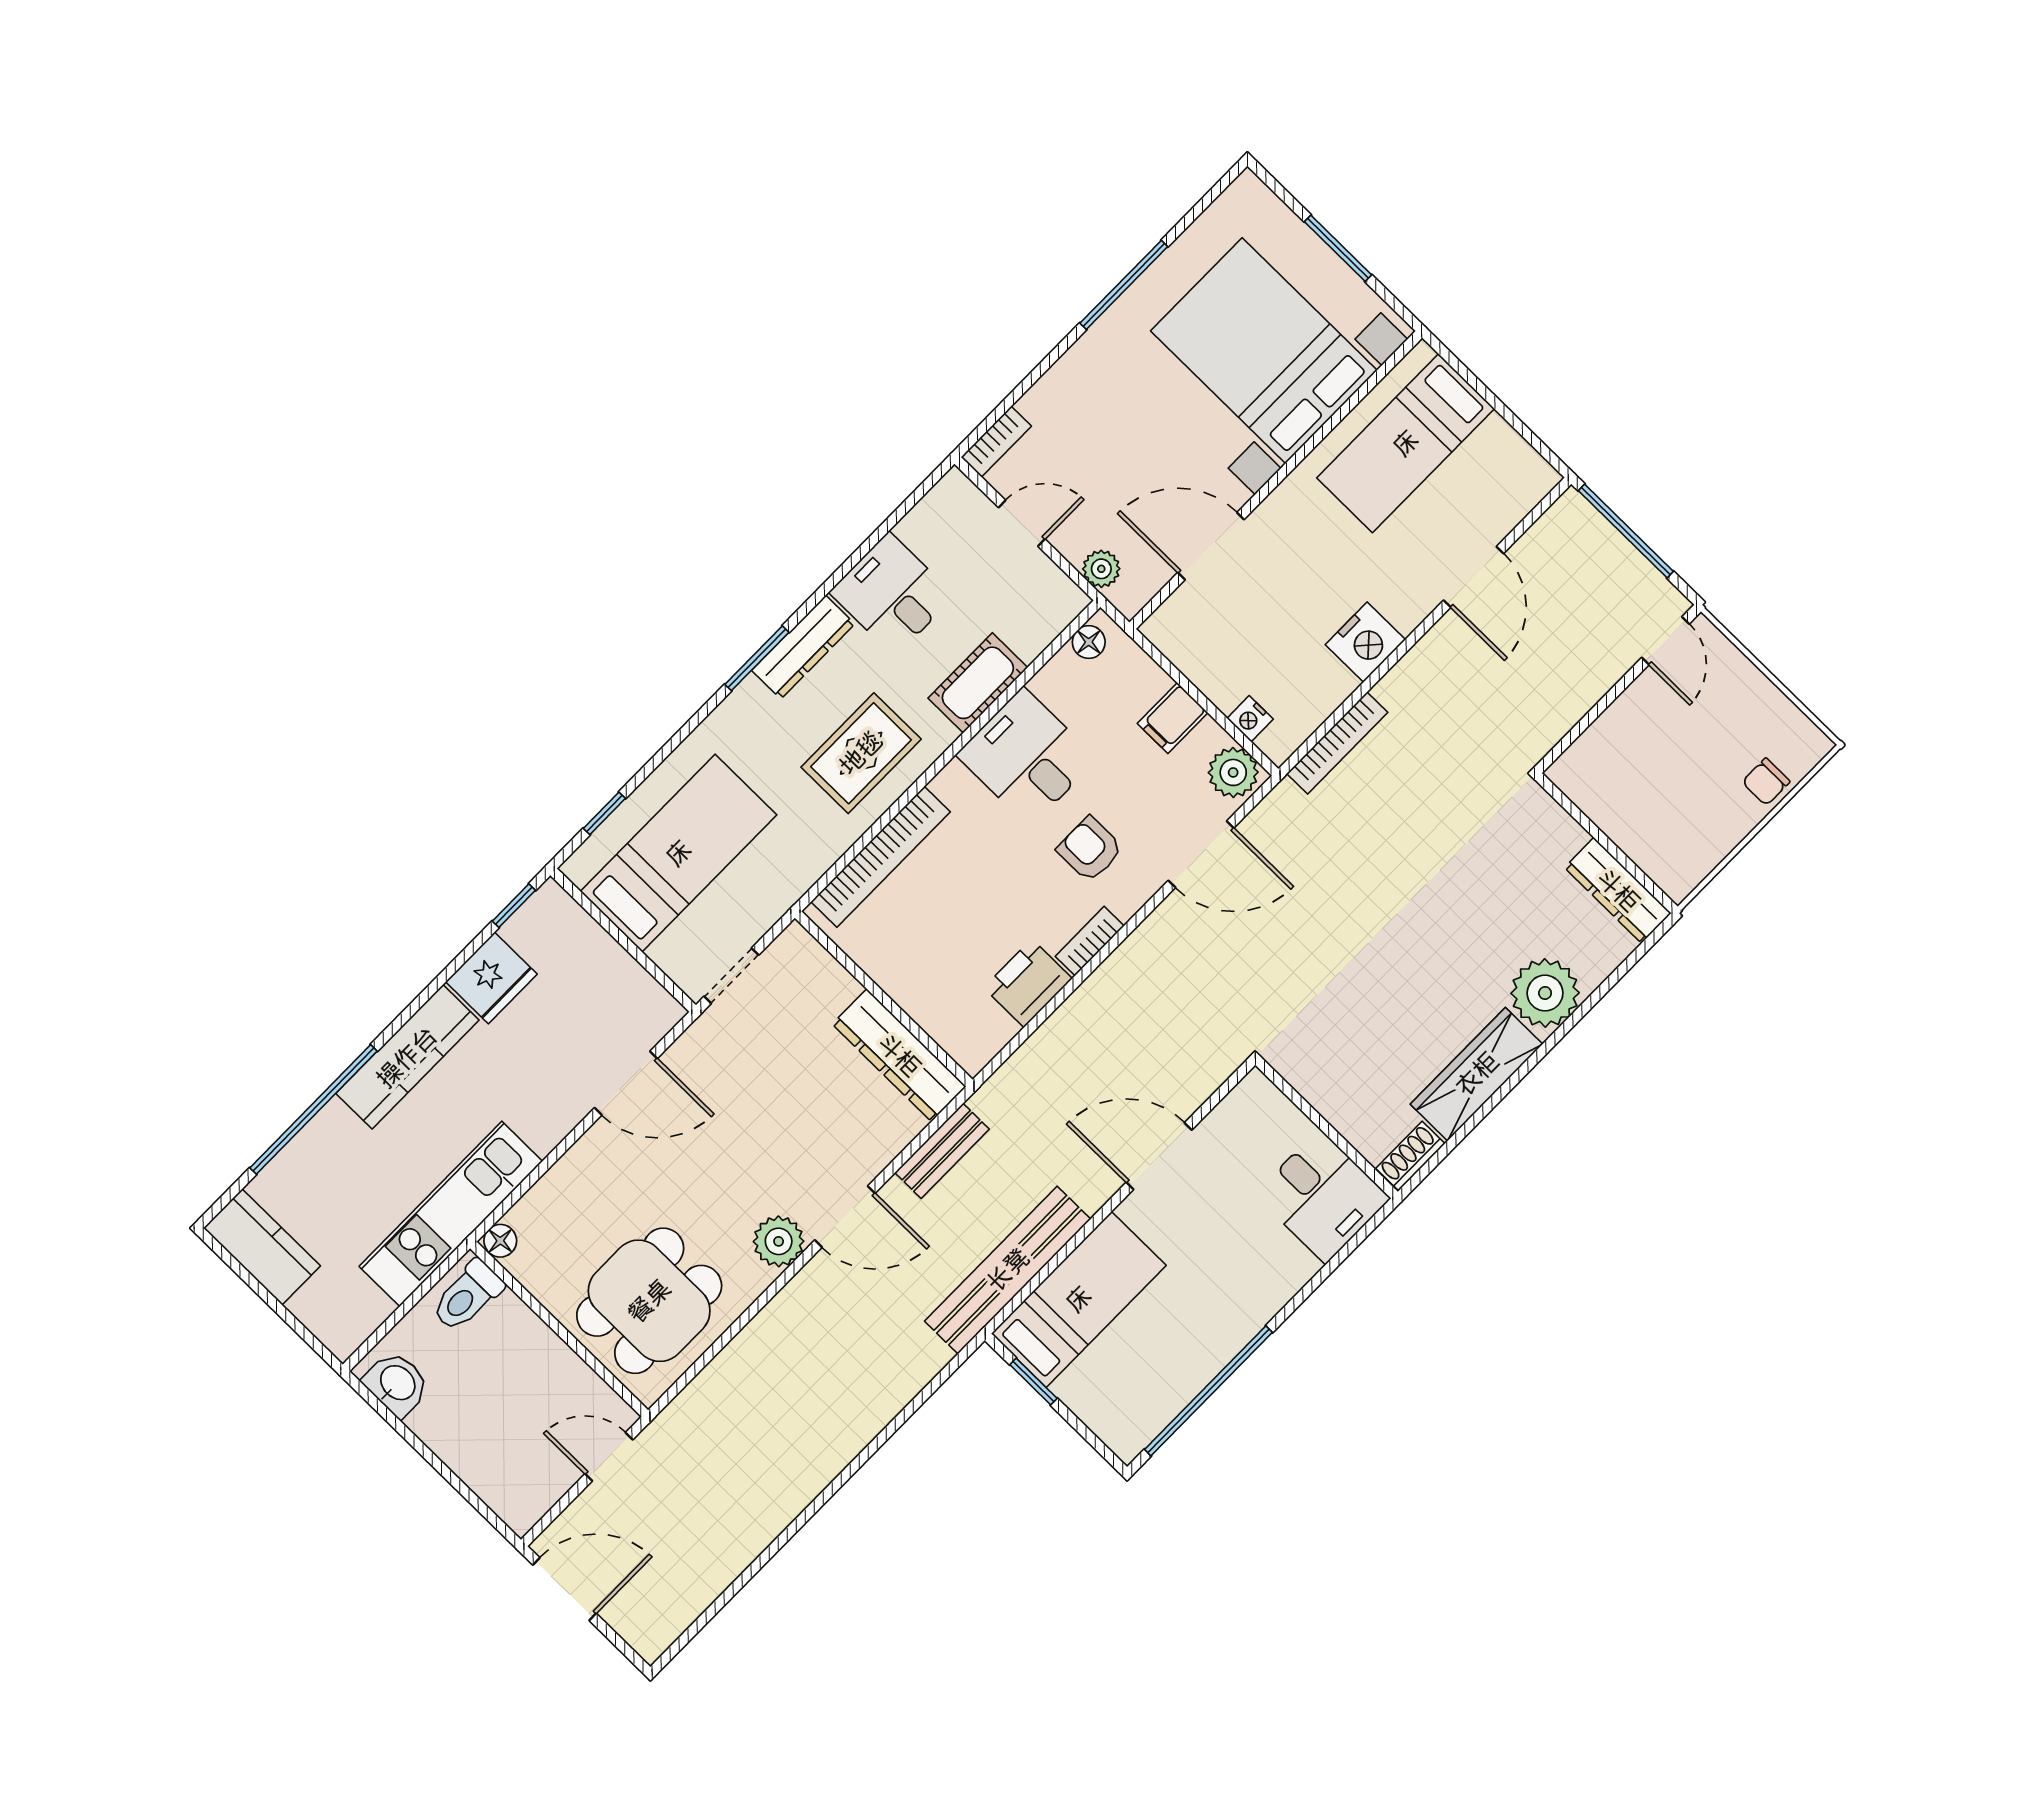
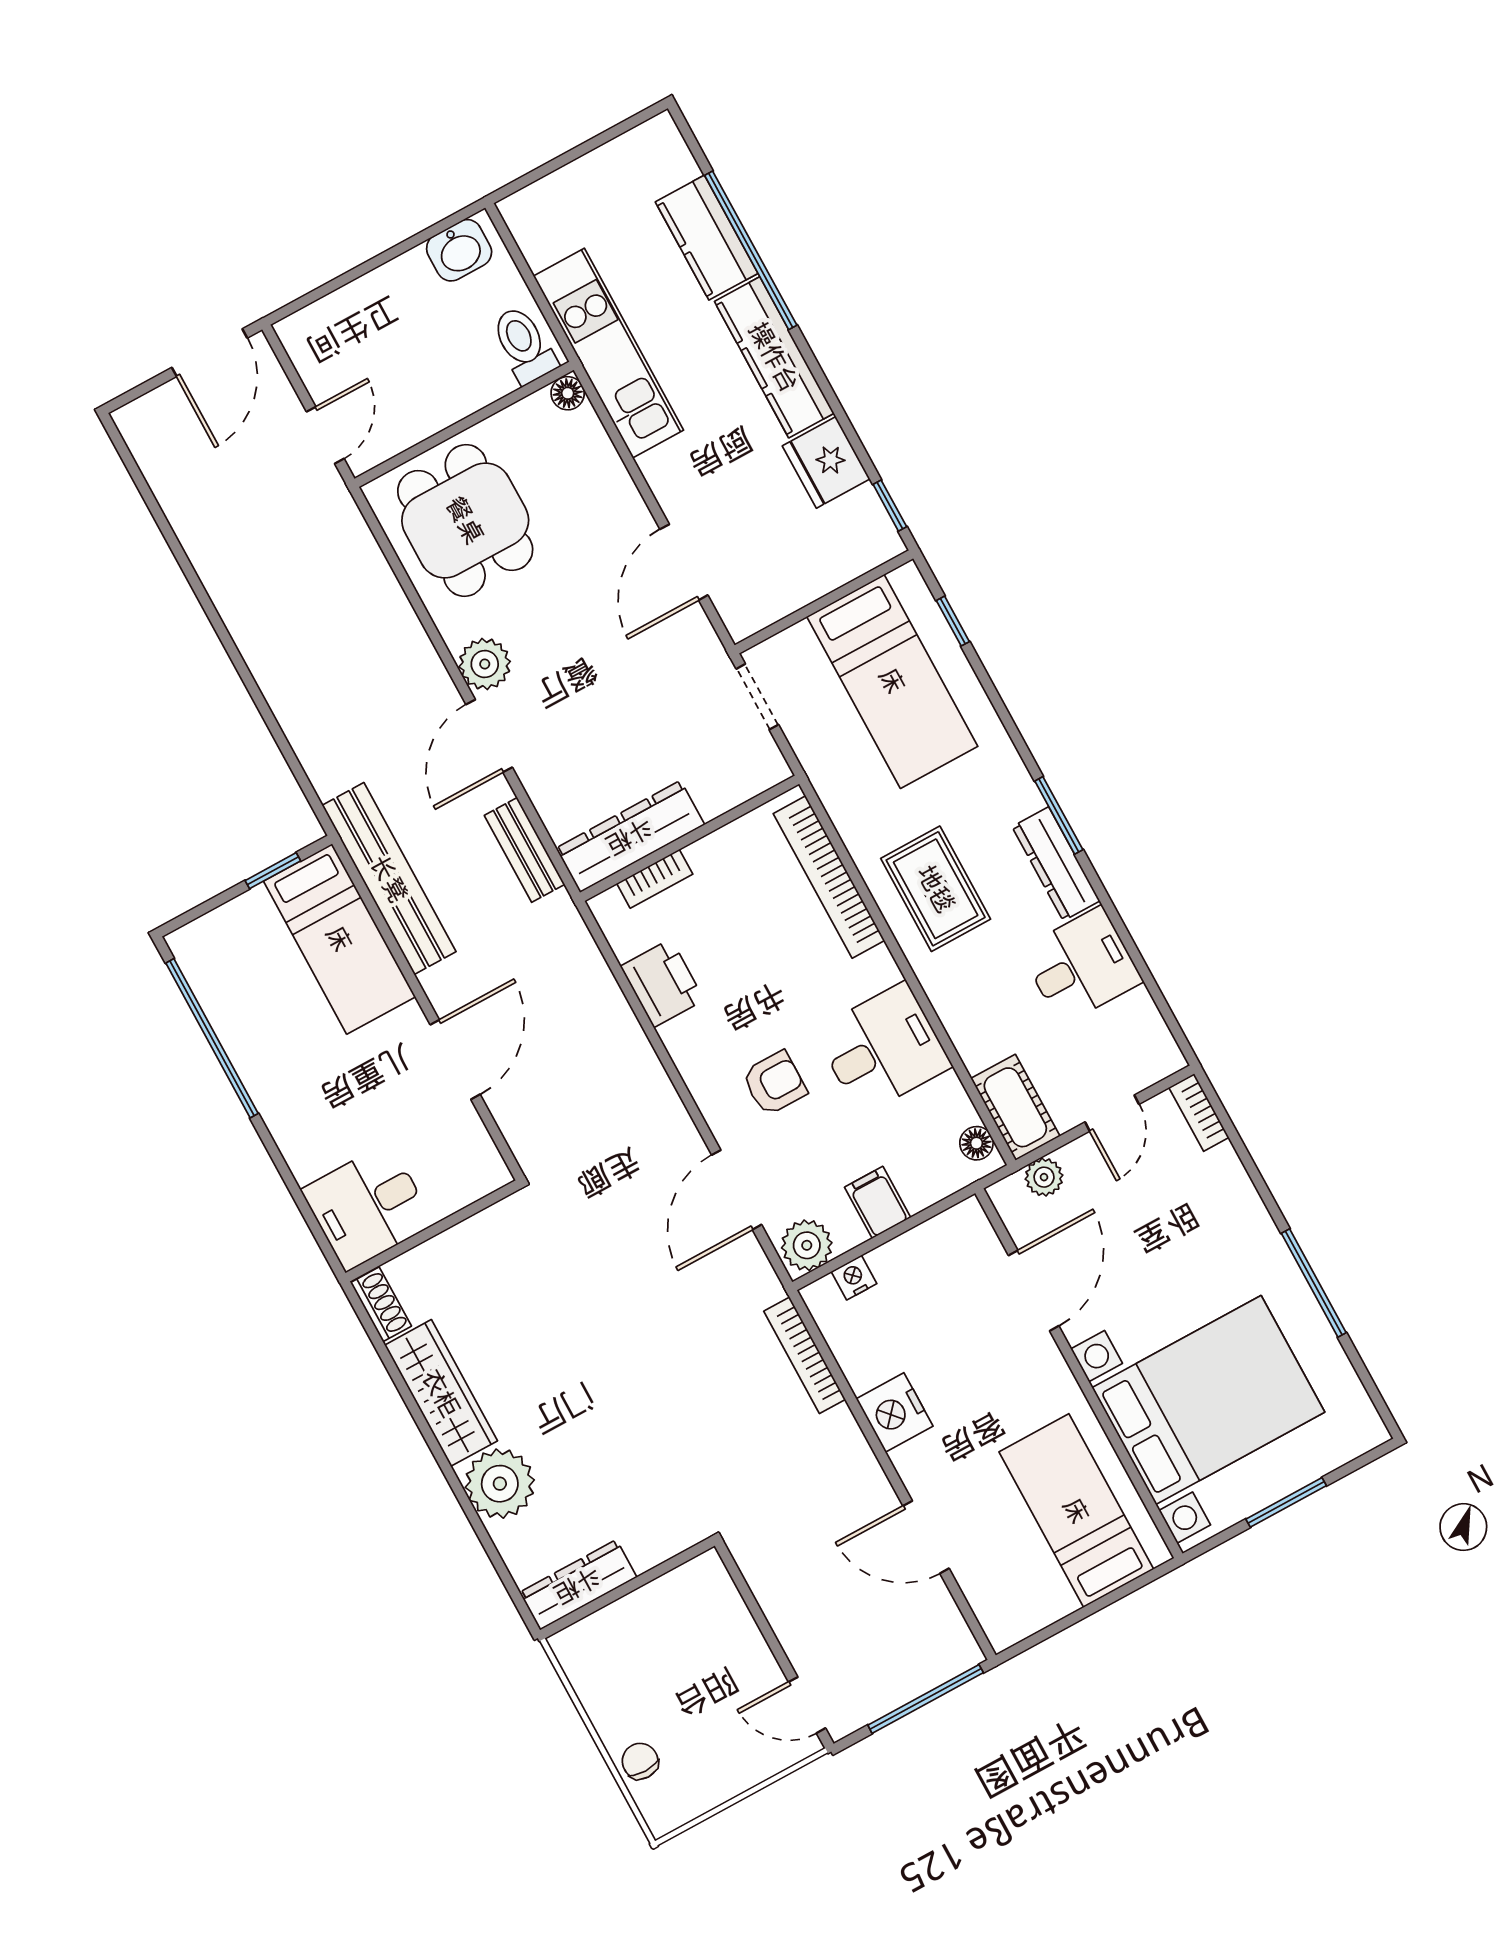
cot: (978, 683) -> (1015, 1107), moved
bookcase: (1090, 941) -> (655, 879), moved, turned 90
kitchen counter: (262, 1247) -> (707, 238), moved, turned 90

